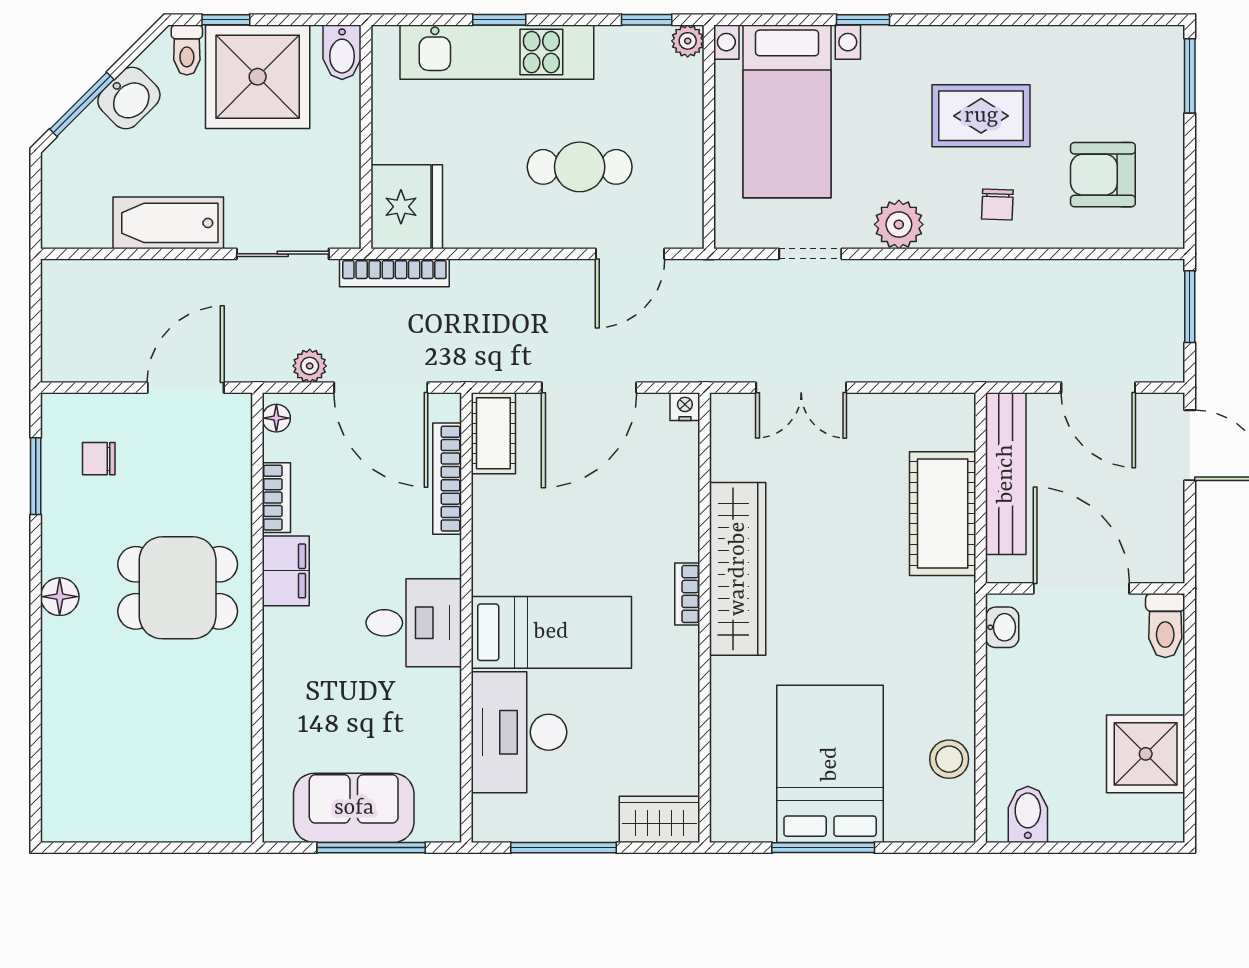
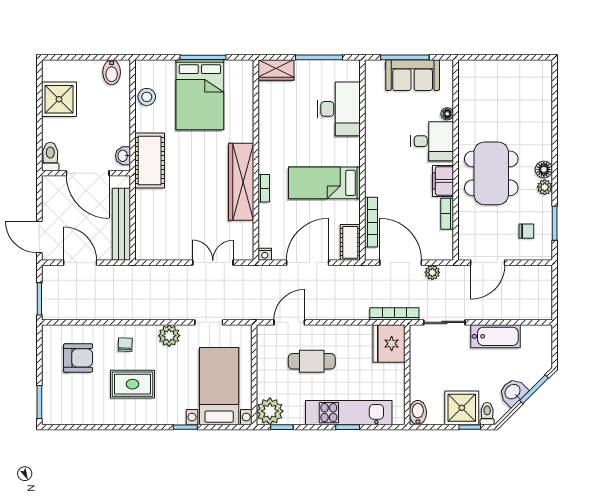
plant: (688, 41) -> (270, 411), width x1.87, depth x1.87
shower: (258, 77) -> (462, 408), width x0.73, depth x0.73
floor lamp: (276, 418) -> (447, 114), moved
cot: (943, 514) -> (150, 160), moved
plant: (58, 557) -> (545, 187), added
dining table: (178, 588) -> (491, 173), width x1.38
bookcase: (687, 594) -> (264, 188), moved
desk: (414, 623) -> (432, 141), moved, turned 180
bed: (551, 632) -> (324, 183), moved

